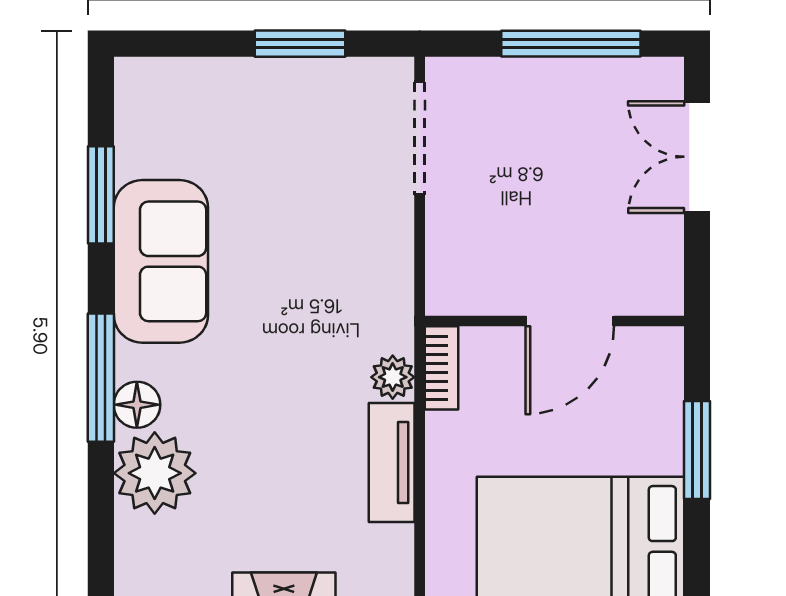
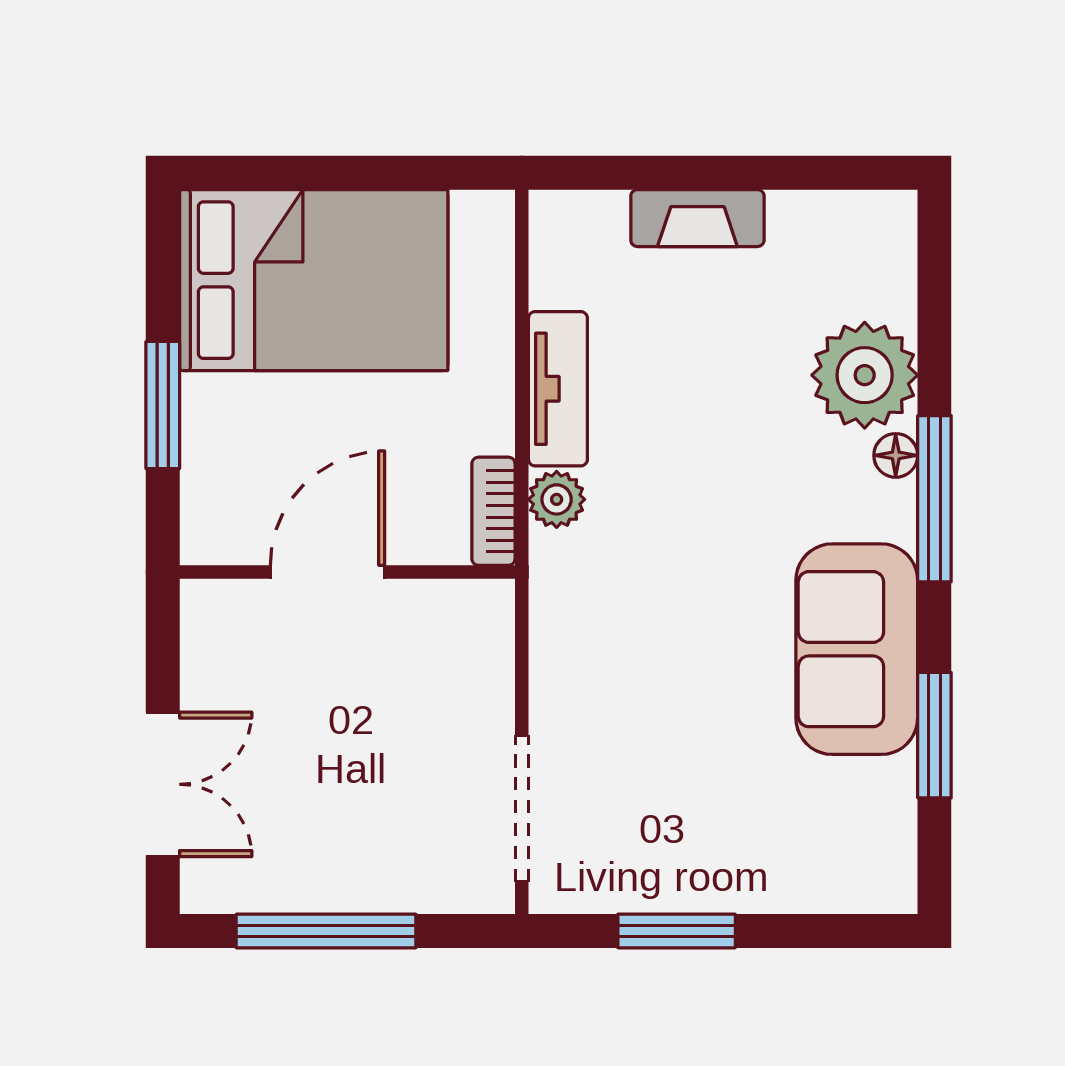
floor lamp: (137, 405) -> (896, 455), width x0.73, depth x0.73

